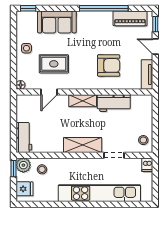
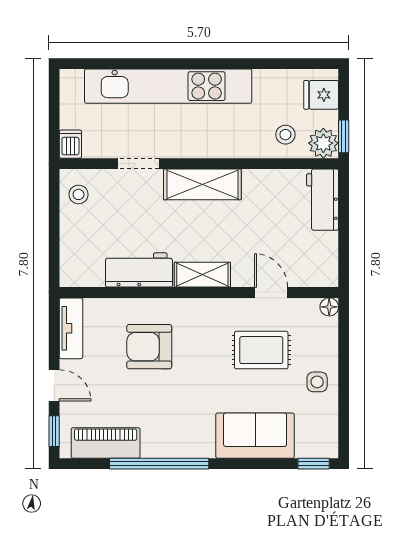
door: (49, 92) -> (271, 292), hinge flipped

